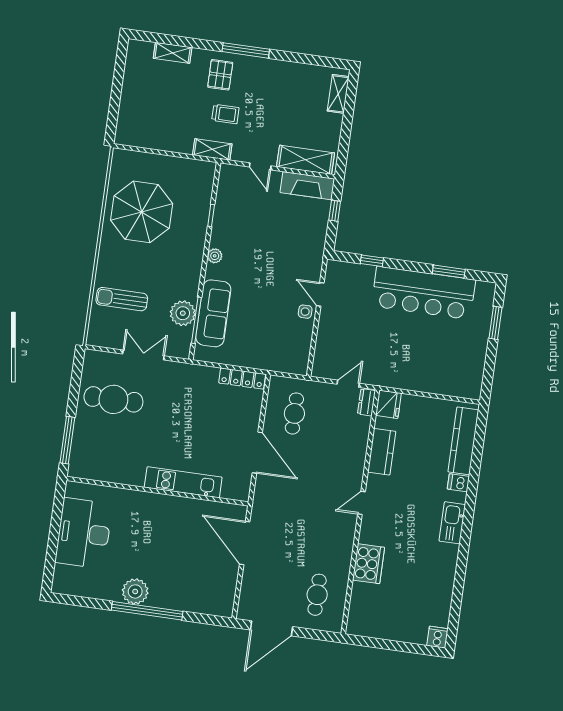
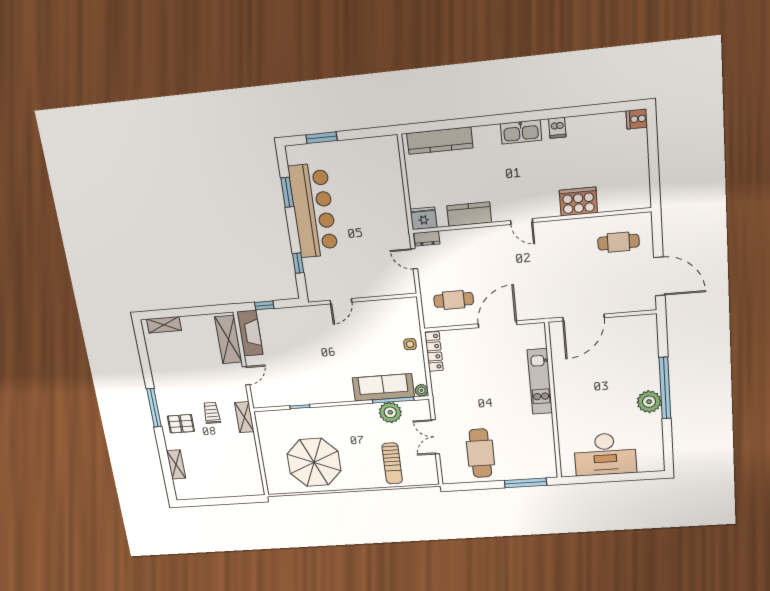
plant: (215, 256) -> (421, 390), moved
side table: (305, 312) -> (410, 344), moved
dishwasher: (458, 483) -> (557, 128), moved

